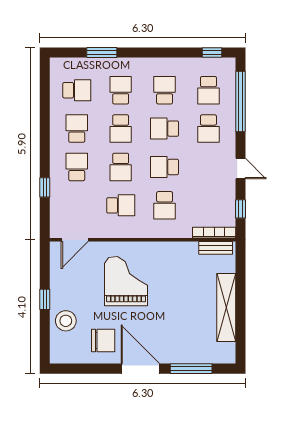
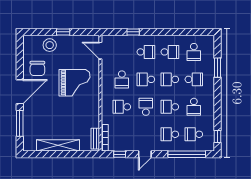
school desk: (165, 90) -> (194, 107), turned 90
school desk: (165, 129) -> (170, 107), turned -90

